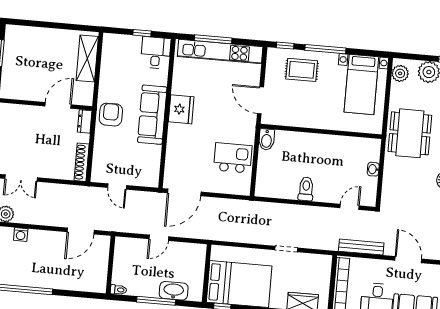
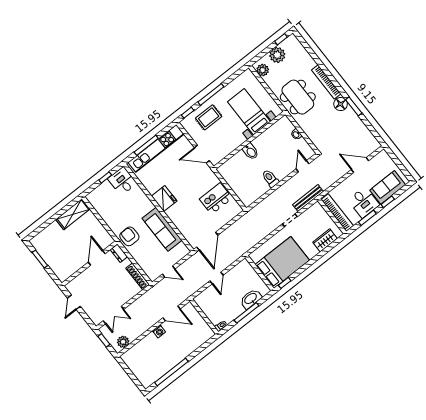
shelving: (87, 59) -> (73, 214), moved, turned 90
bed with nightstands: (361, 84) -> (249, 112), moved, turned 180
sofa: (152, 115) -> (162, 229), moved
bidet: (267, 139) -> (251, 151), moved
door: (81, 231) -> (171, 313), hinge flipped
washing machine: (21, 235) -> (159, 331), moved
bench: (361, 247) -> (308, 198), moved

